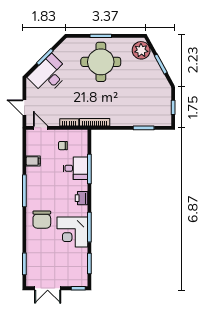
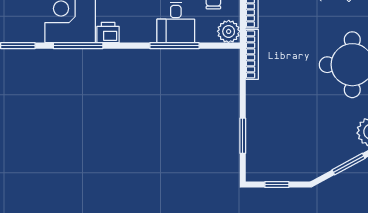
plant: (81, 136) -> (229, 31), added
printer: (81, 198) -> (108, 33), moved

